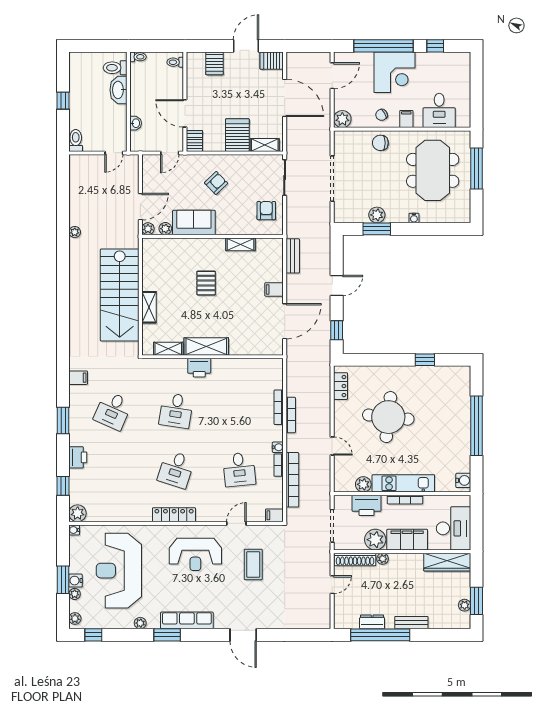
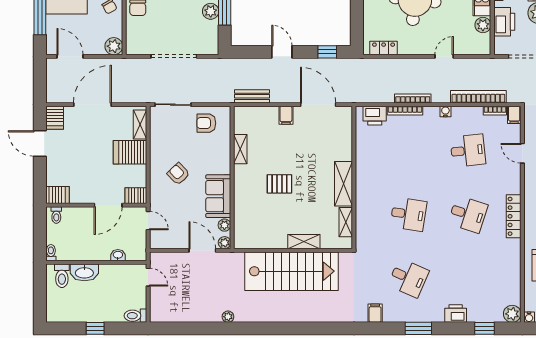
server rack: (214, 63) -> (57, 195), moved
printer: (199, 368) -> (375, 116), moved, turned 90
bookcase: (279, 465) -> (495, 111), moved

